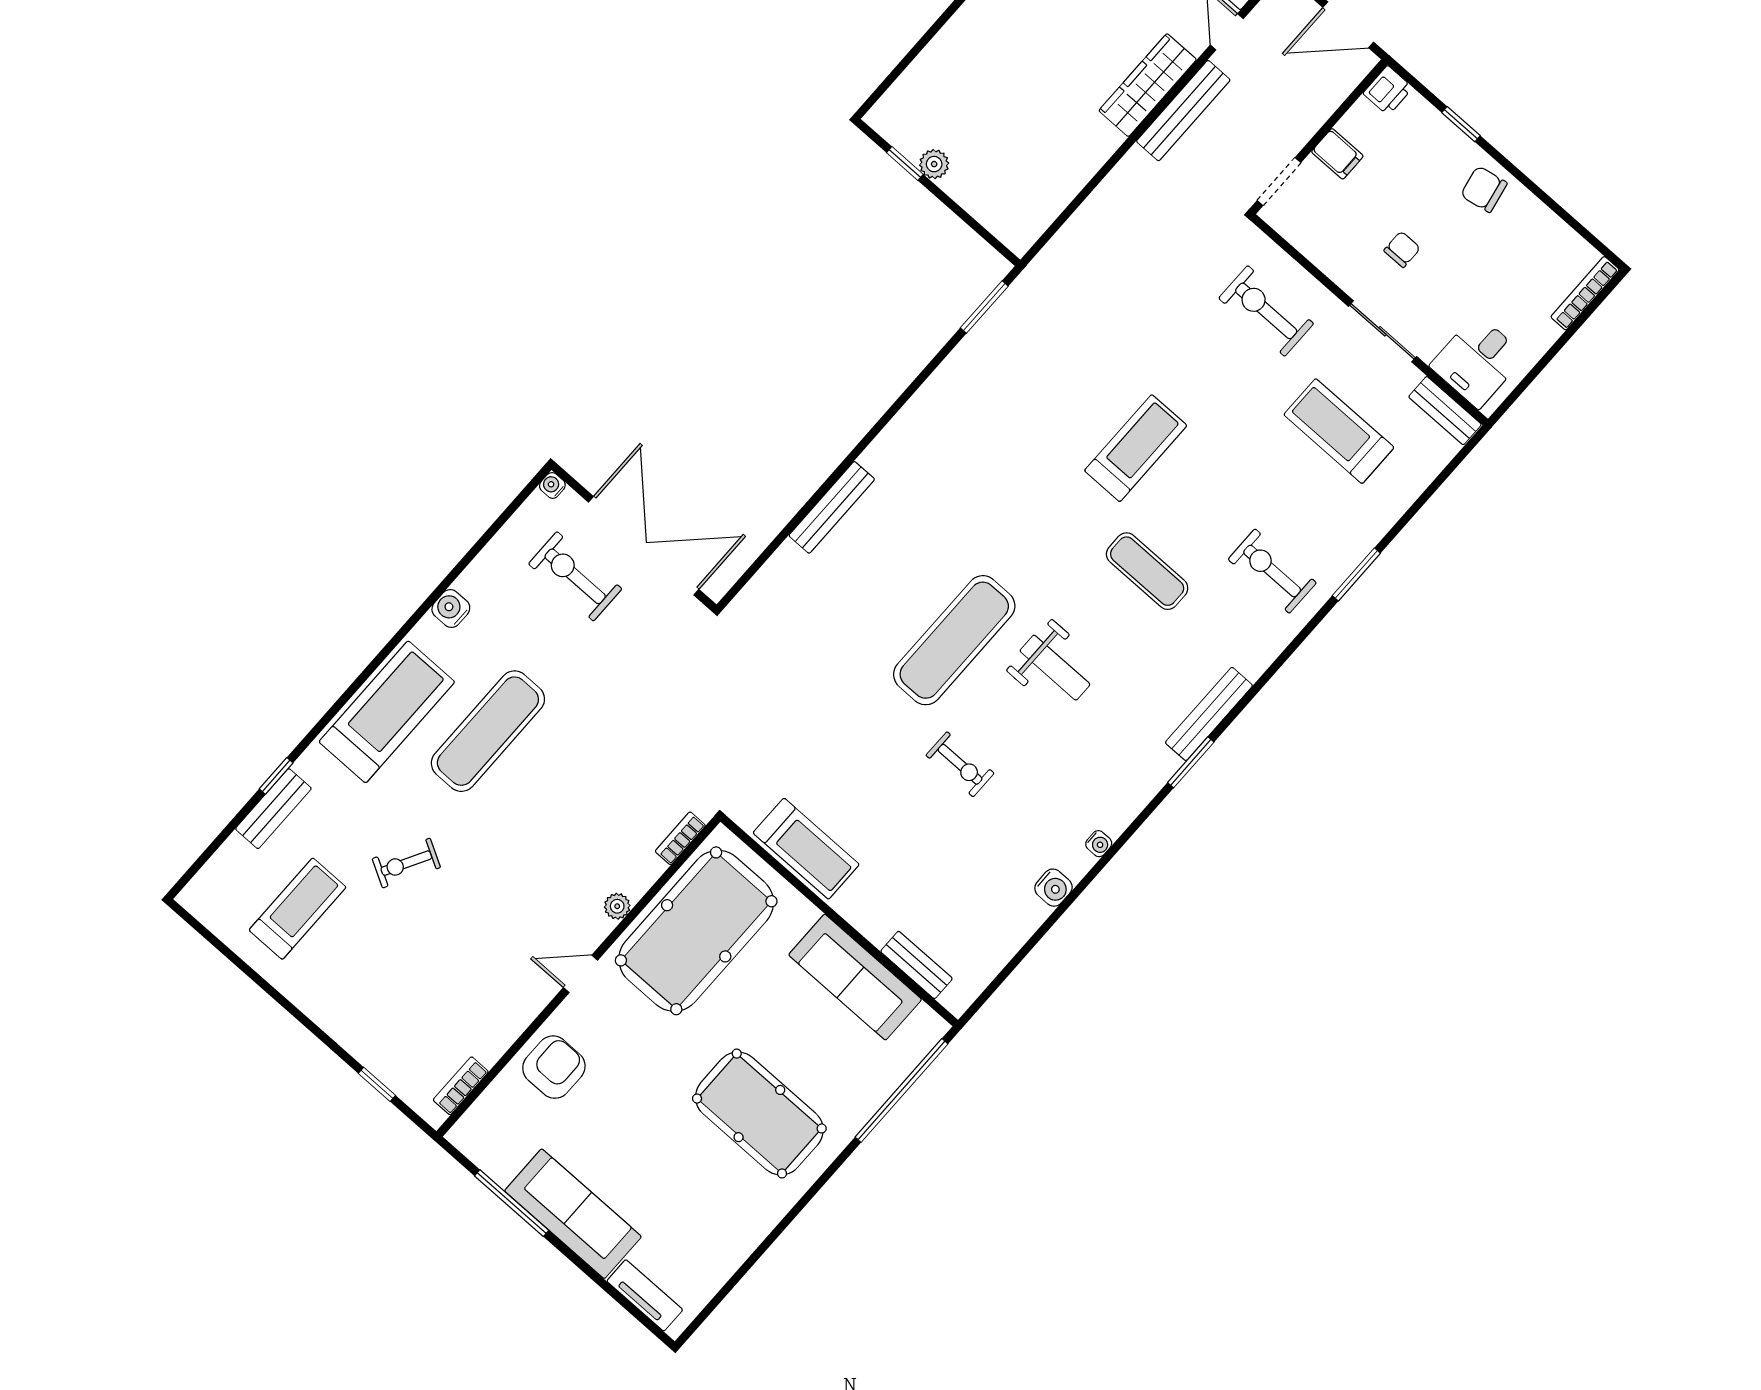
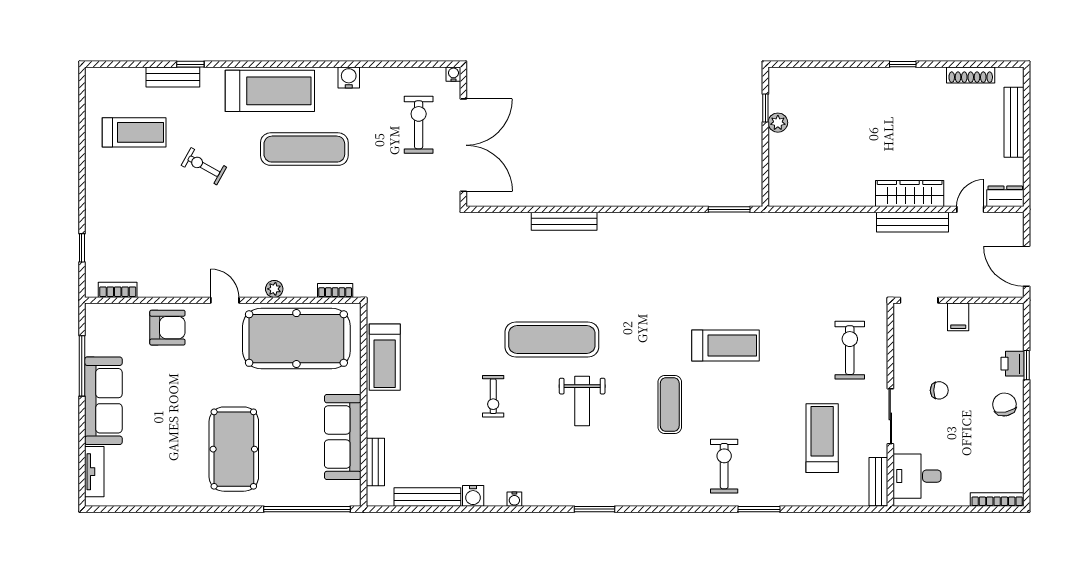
printer: (1388, 90) -> (1012, 364), moved, turned 90
bench: (1209, 714) -> (427, 497), moved

